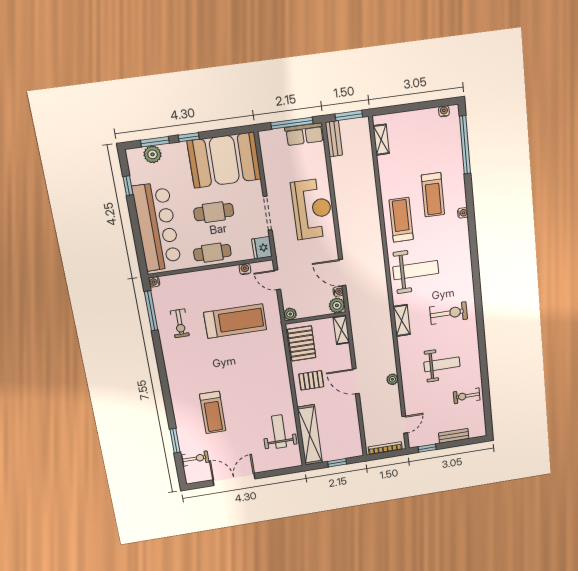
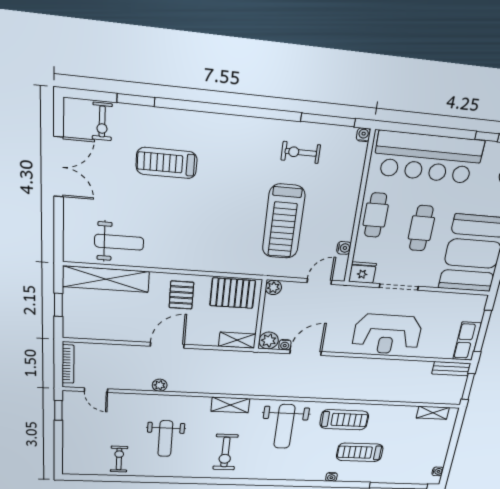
bench: (454, 436) -> (69, 440), removed

